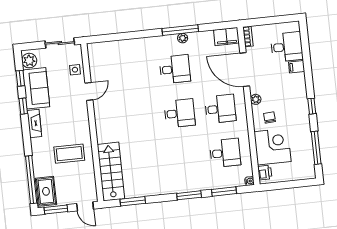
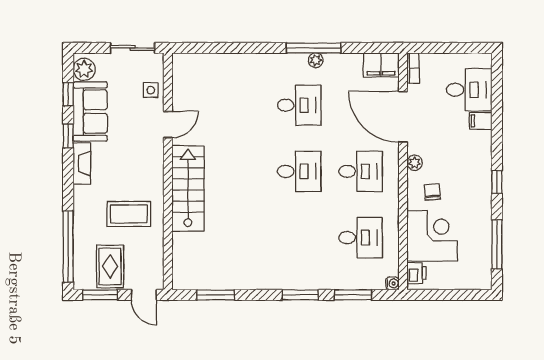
stairs: (111, 172) -> (188, 188), moved
rug: (46, 191) -> (110, 266), moved

